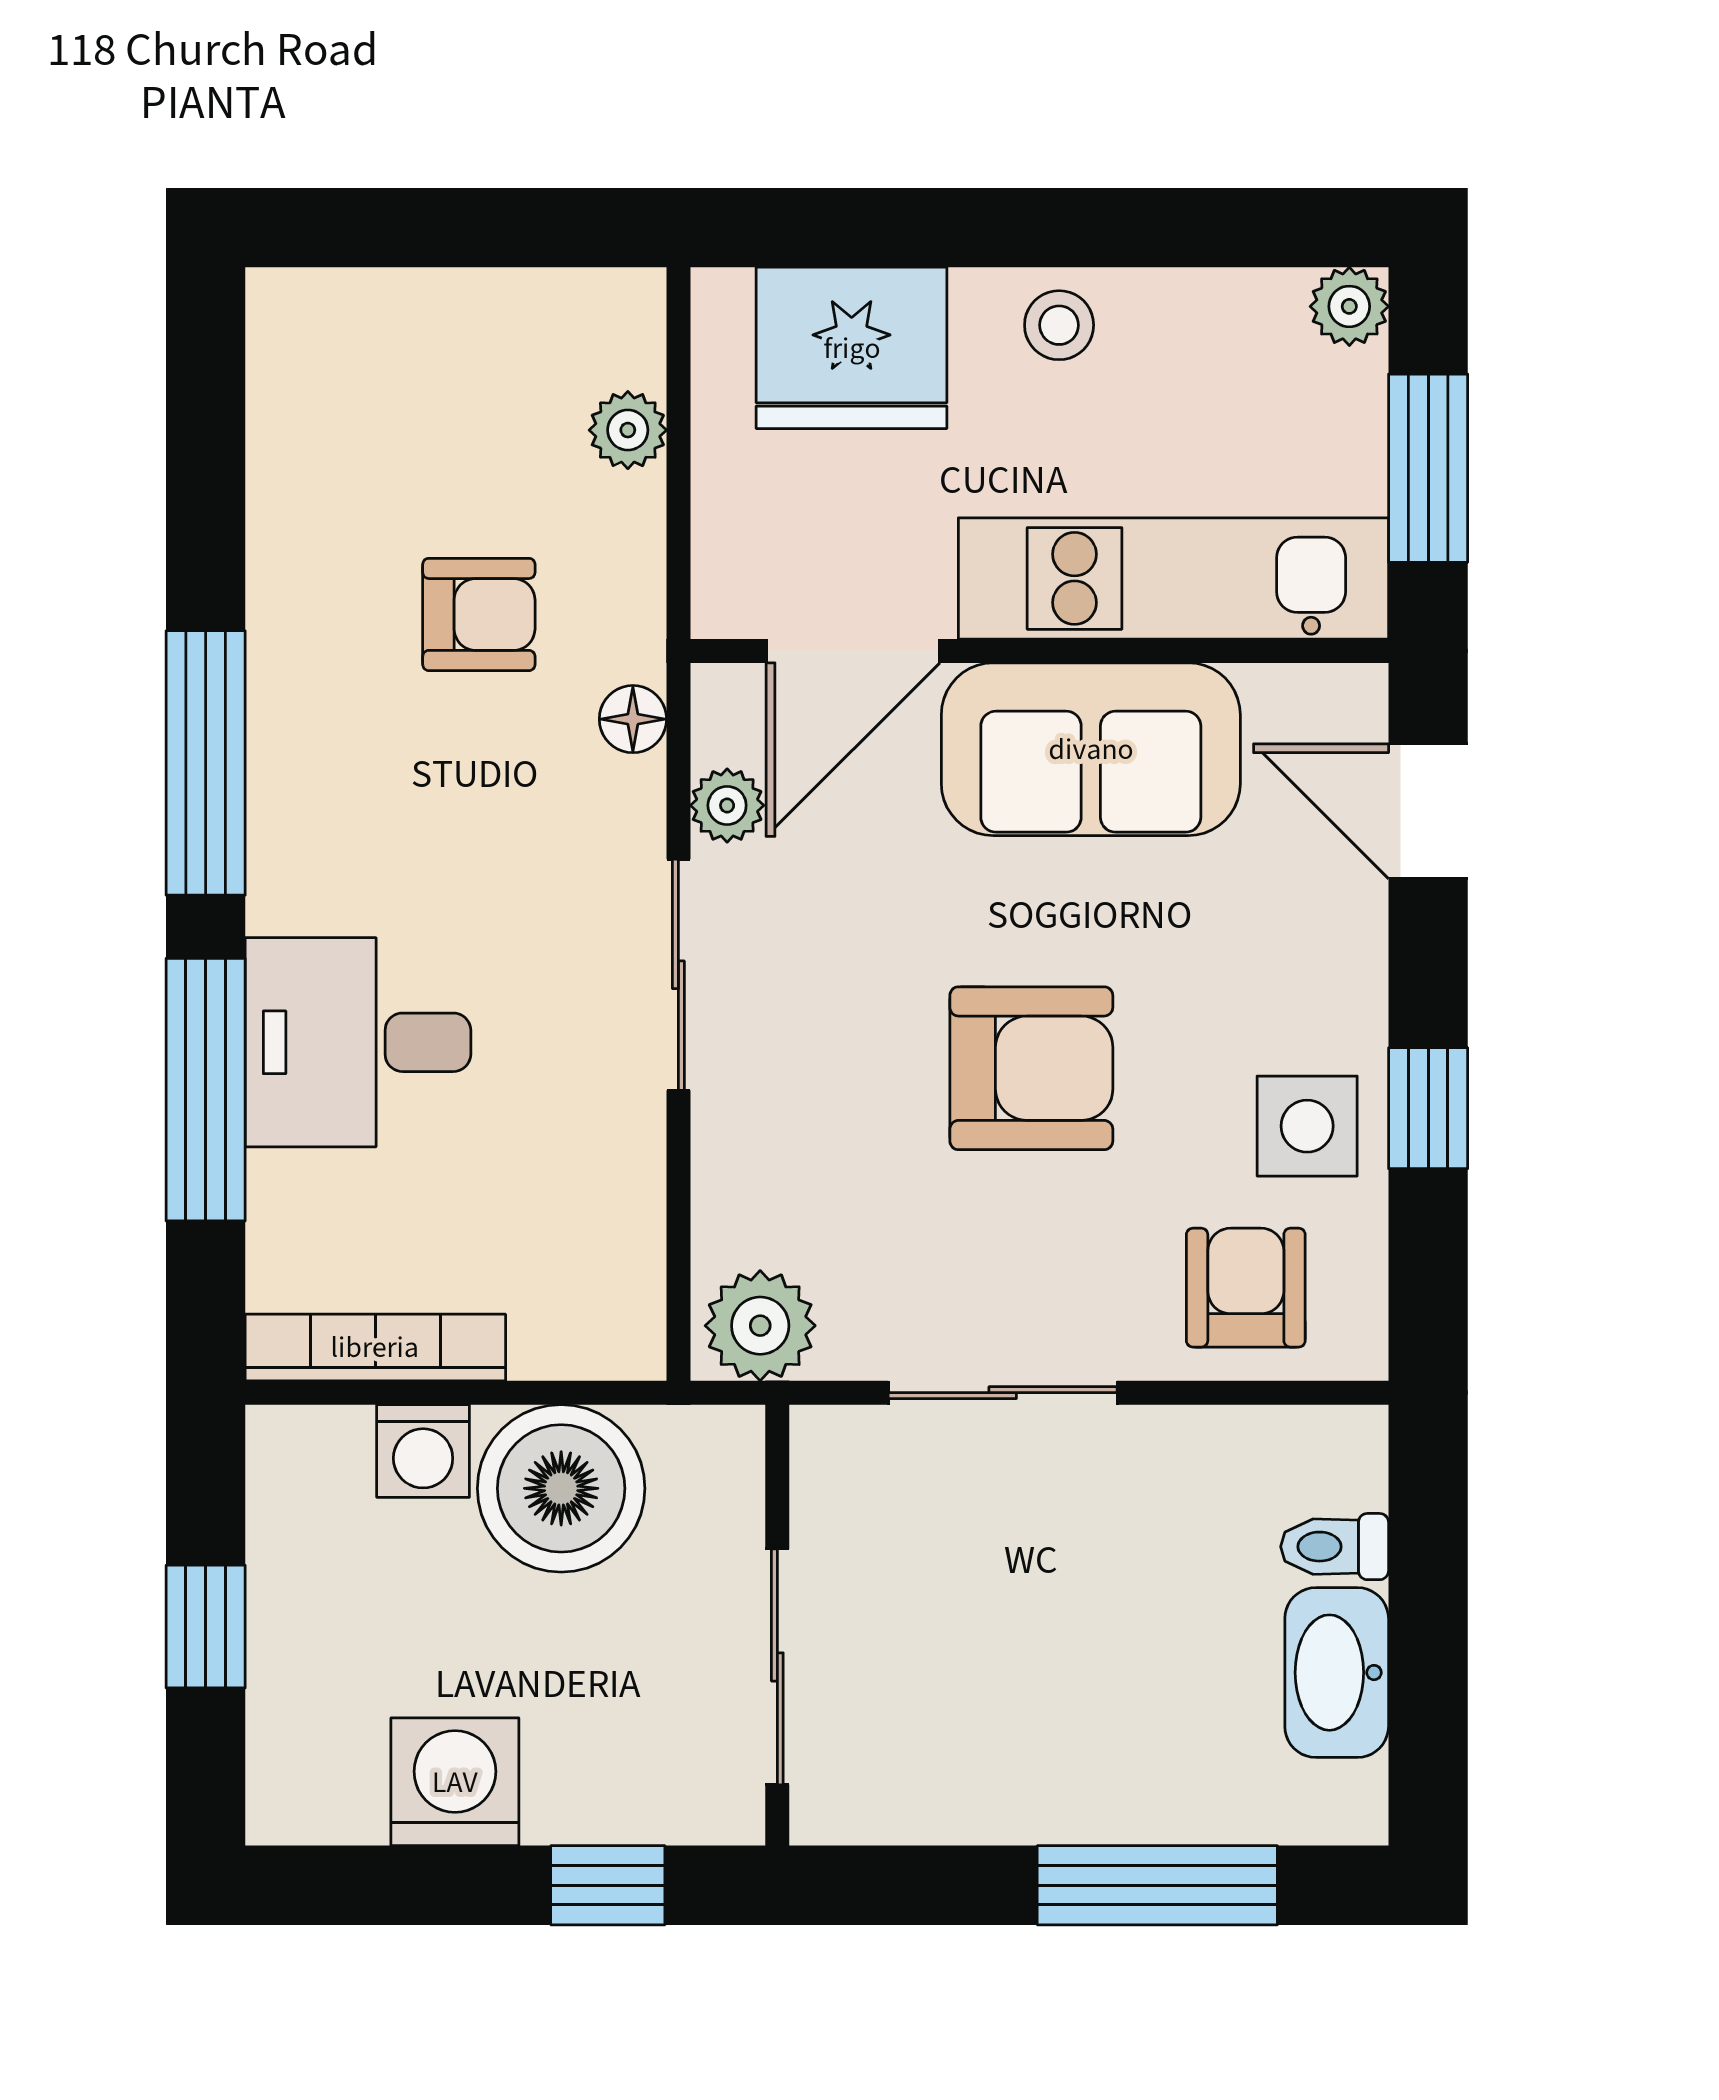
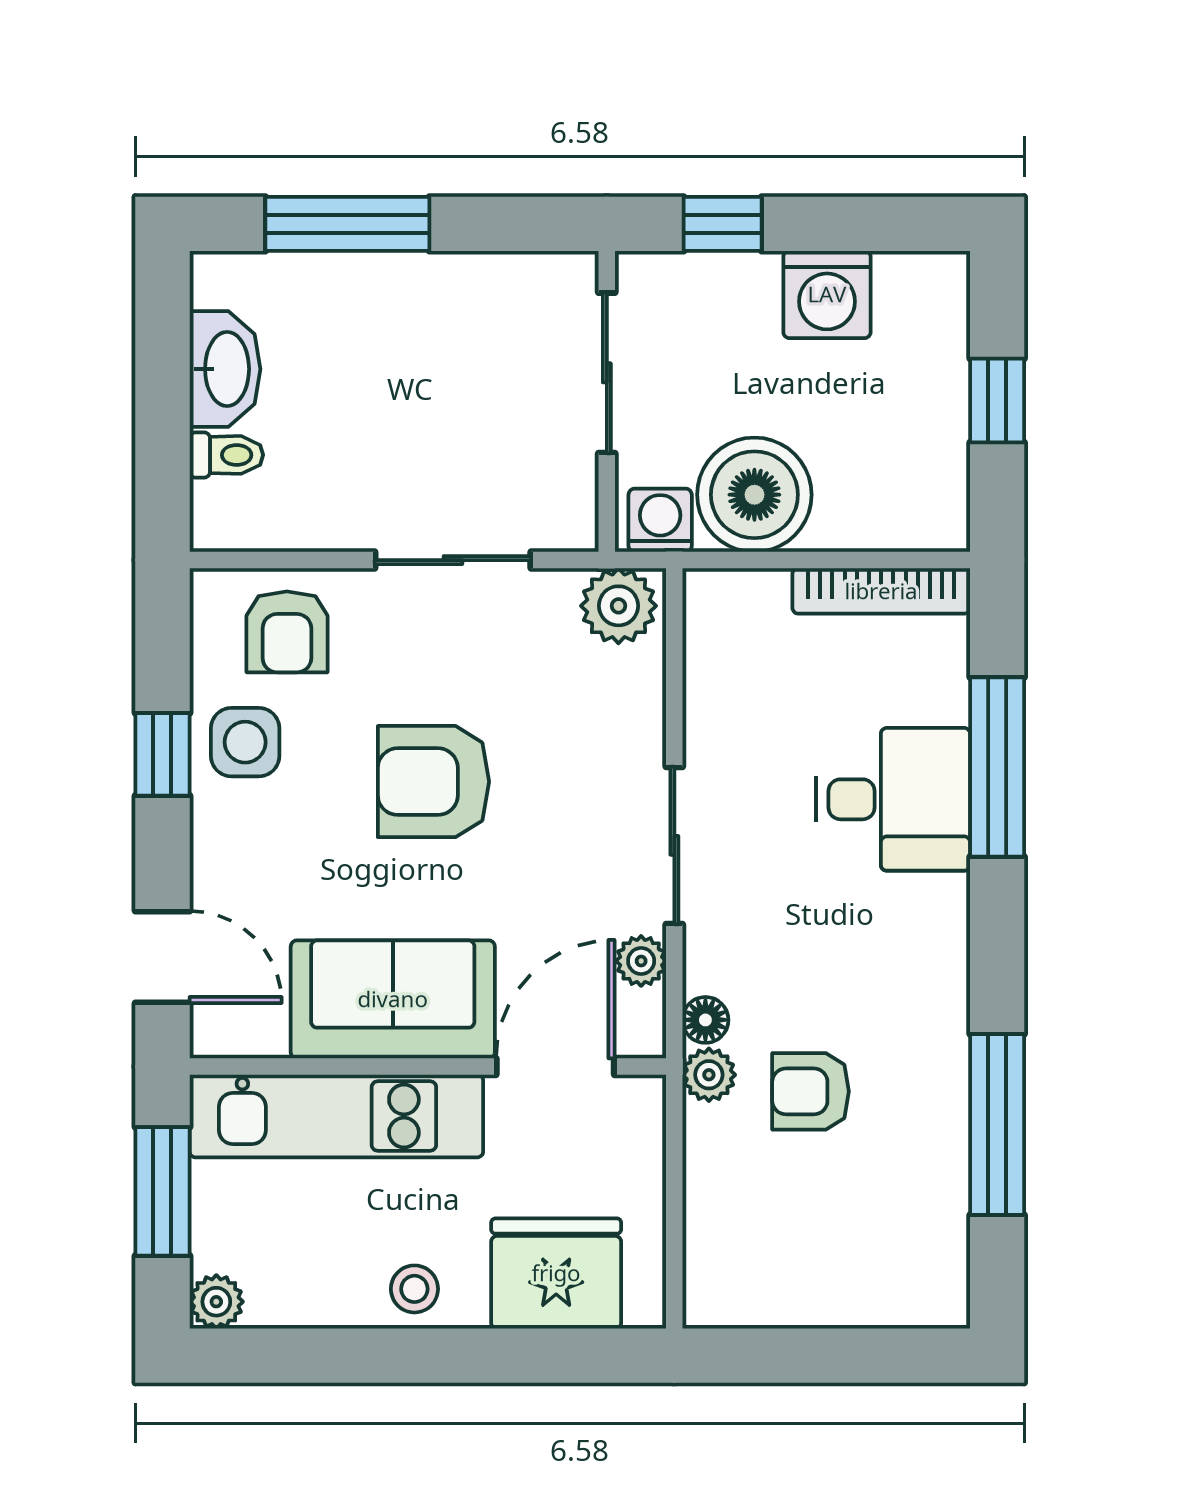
plant: (628, 430) -> (709, 1075), moved
window: (206, 763) -> (997, 1124), moved
washing machine: (423, 1451) -> (660, 520), moved

